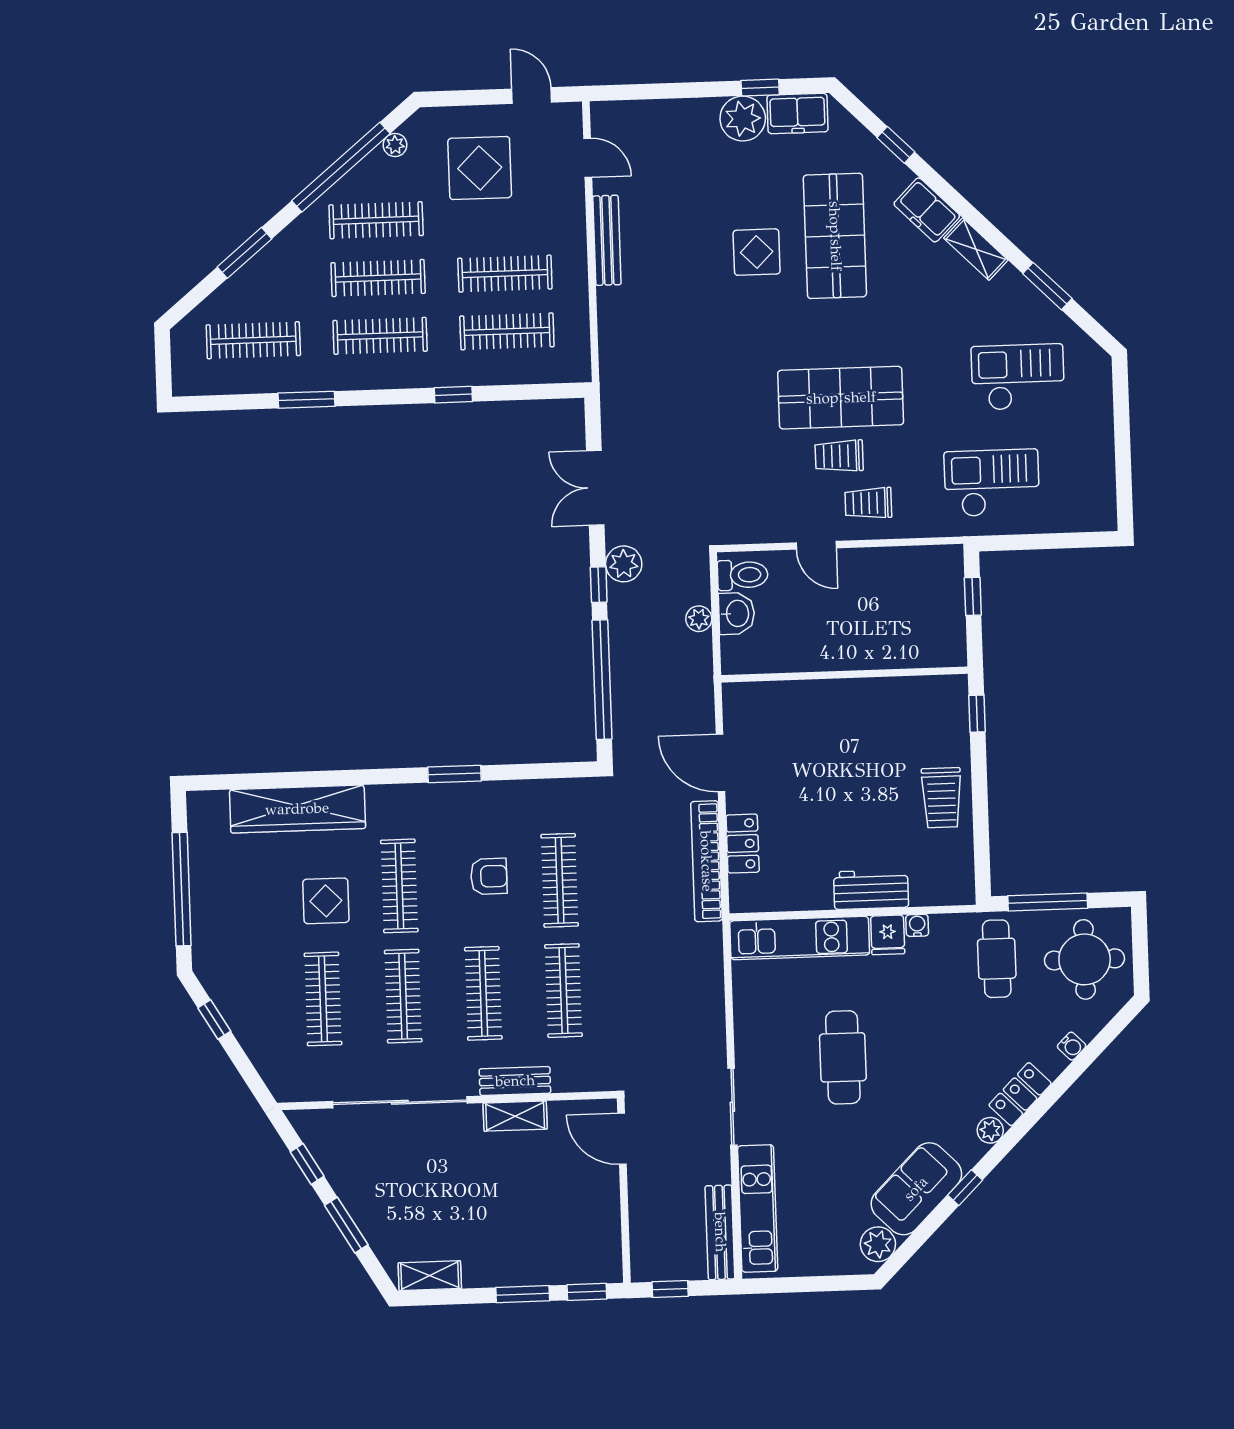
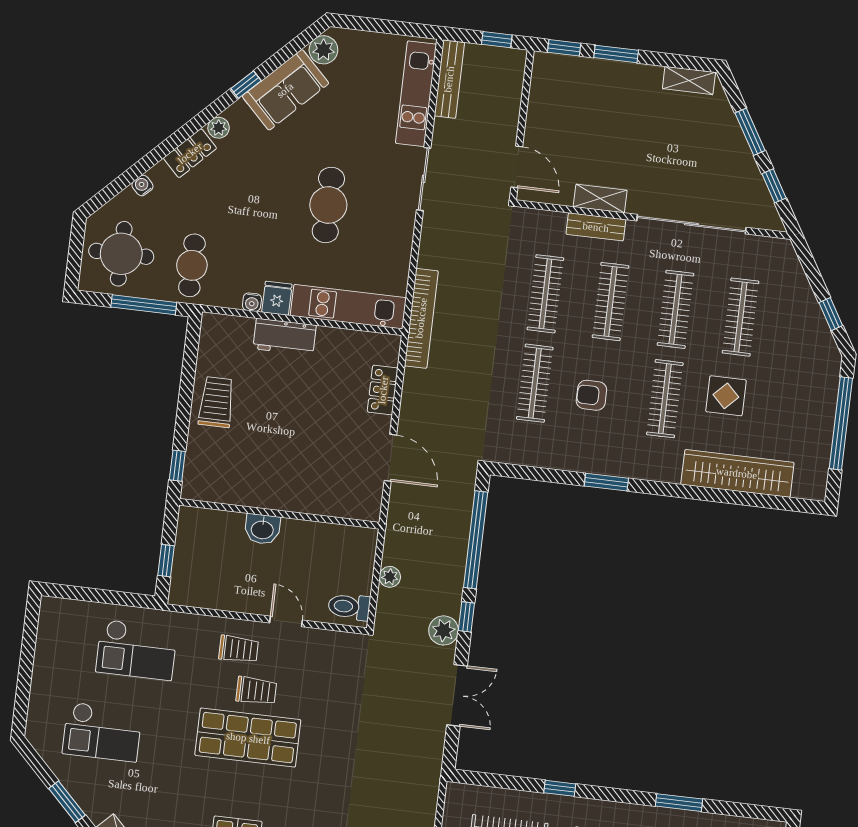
washbasin: (737, 613) -> (262, 529), moved, turned -90
bookcase: (706, 861) -> (421, 318), moved

